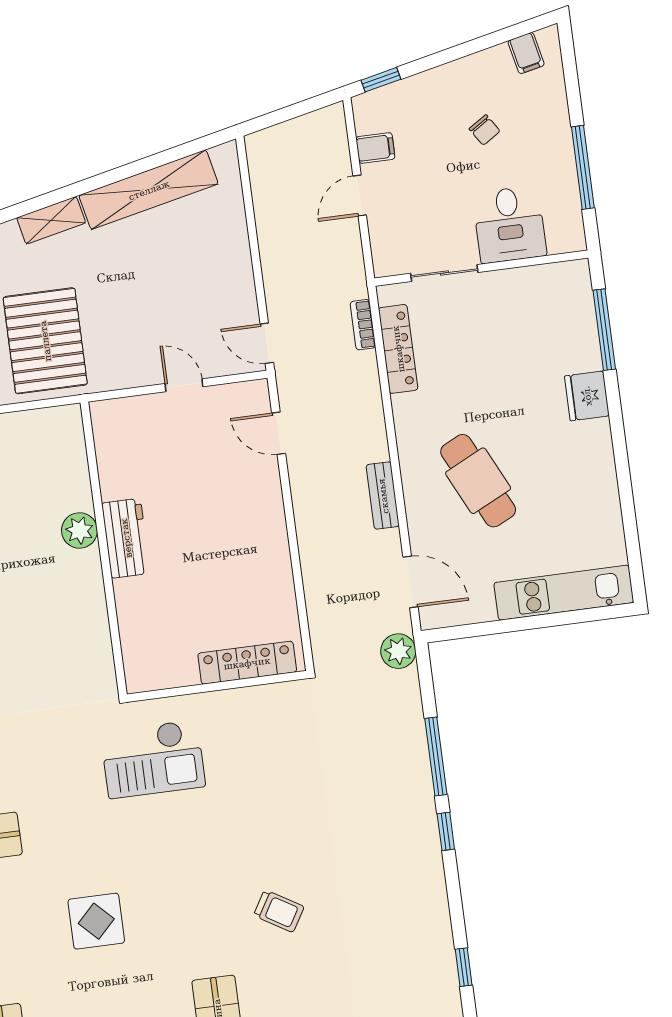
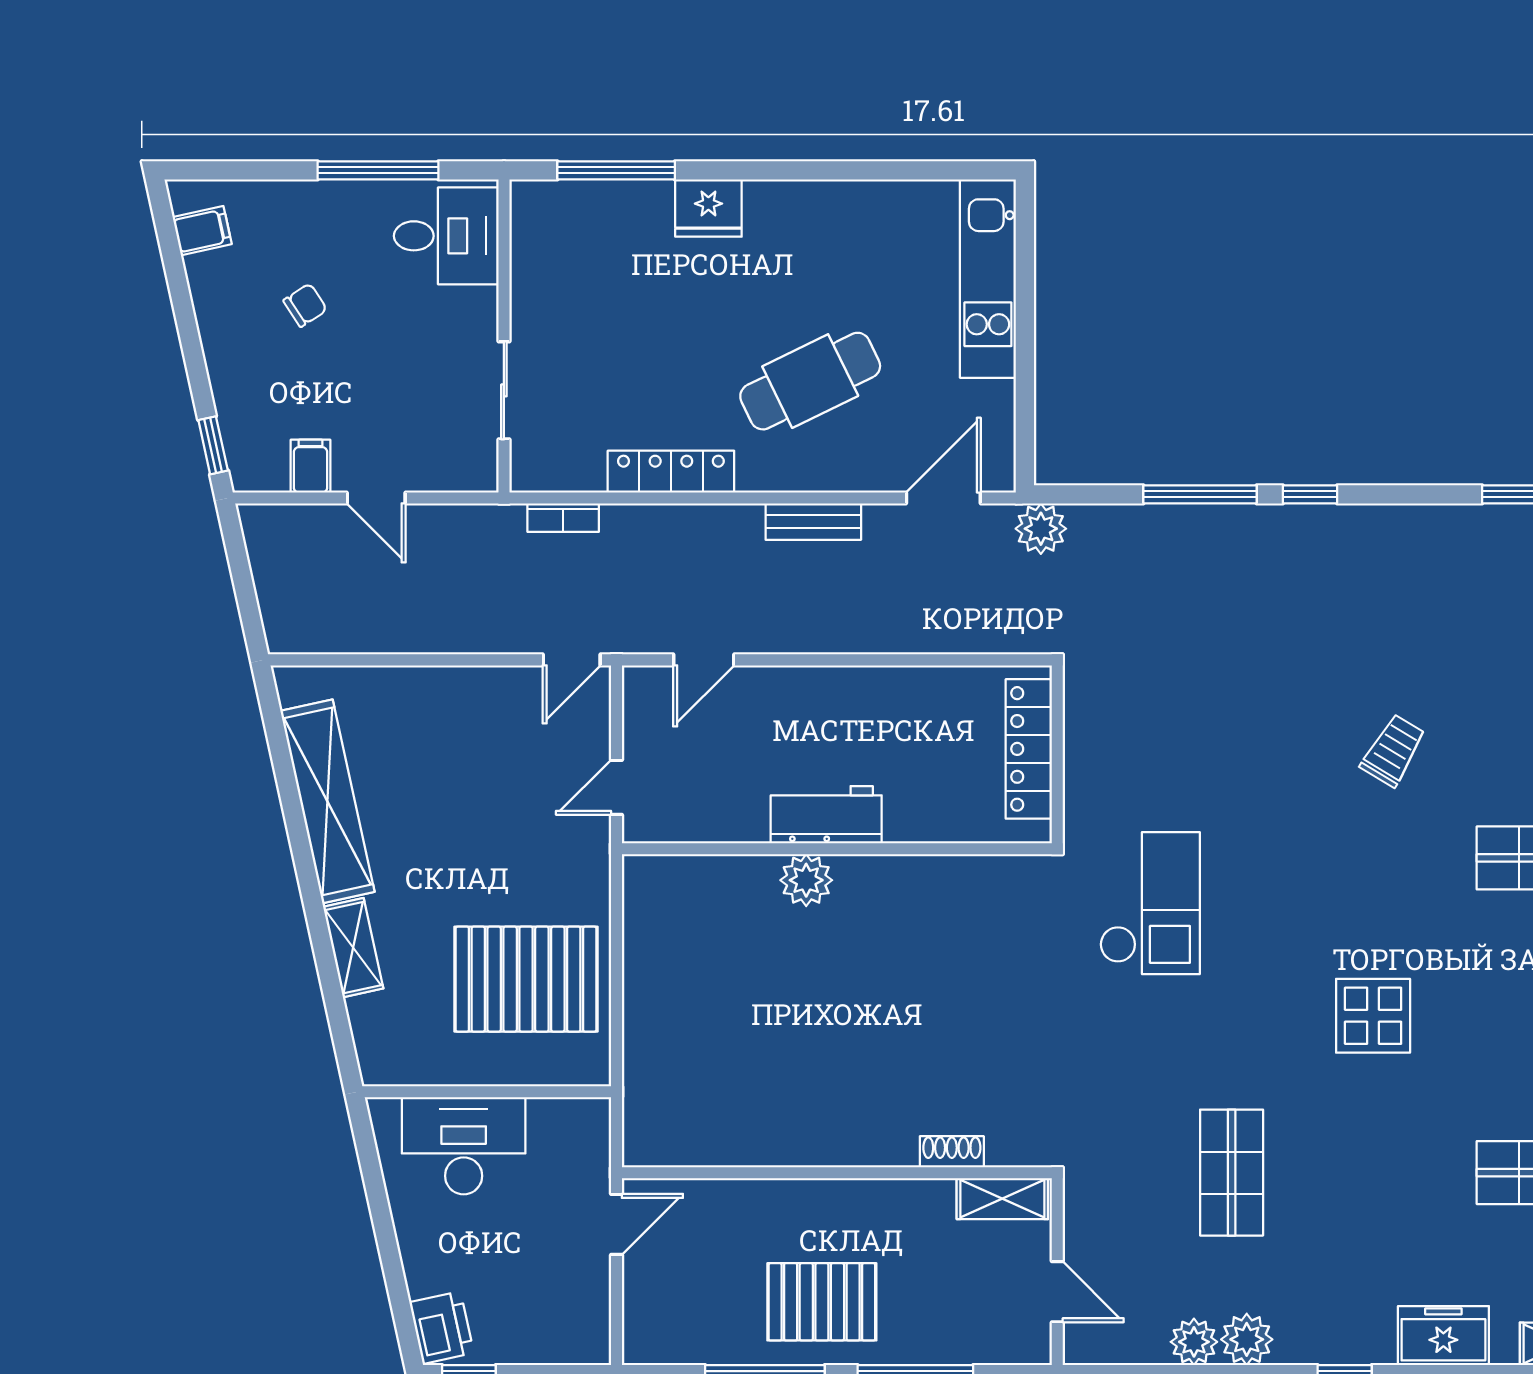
desk: (510, 224) -> (446, 236), moved
locker: (398, 349) -> (671, 472), moved
plant: (80, 530) -> (806, 880), moved
workbench: (126, 538) -> (826, 815), moved
wall: (104, 549) -> (837, 849), moved

